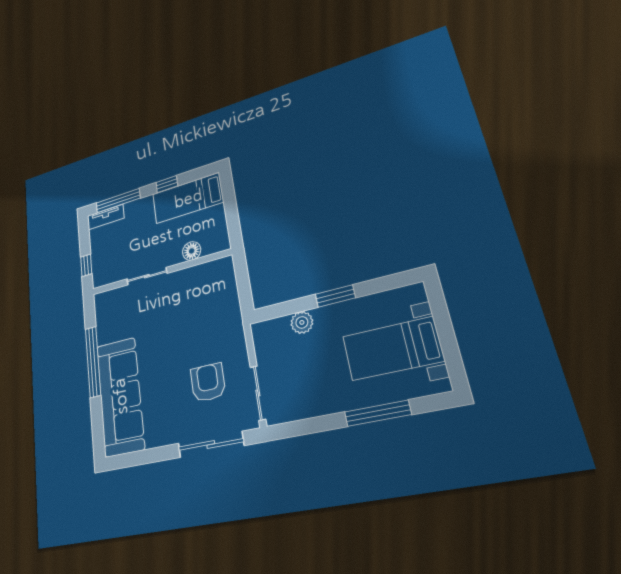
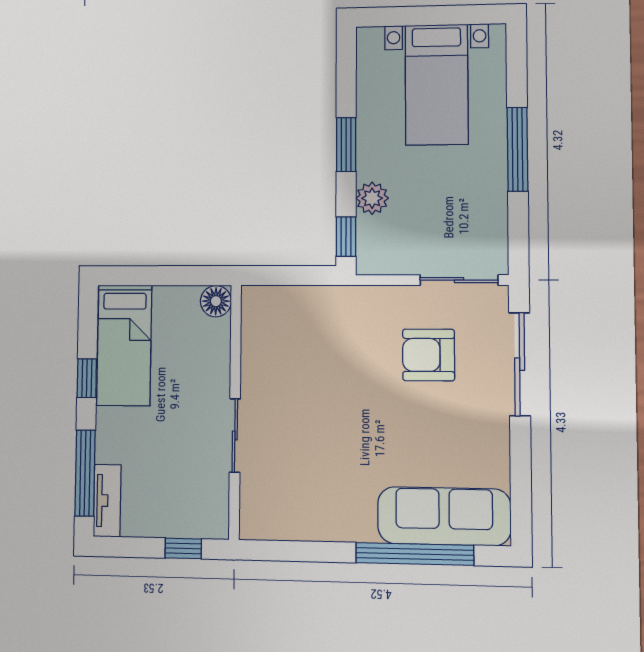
floor lamp: (192, 251) -> (216, 301), moved
window: (273, 312) -> (346, 237), added
window: (93, 362) -> (415, 554), moved
sofa: (120, 396) -> (444, 516), width x0.74, depth x0.79
window: (378, 413) -> (517, 149), moved

